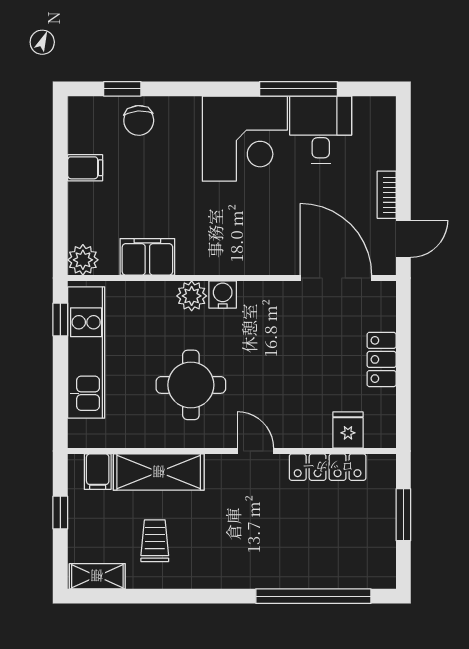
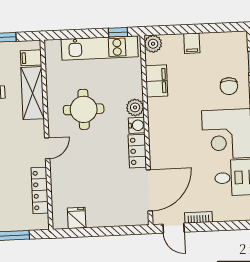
chair: (139, 120) -> (229, 86), moved, turned -86
filing cabinet: (85, 168) -> (192, 43), moved
locker: (382, 359) -> (137, 151), moved, turned -90
fridge: (348, 430) -> (77, 218), moved, turned -90

